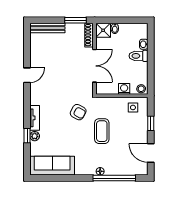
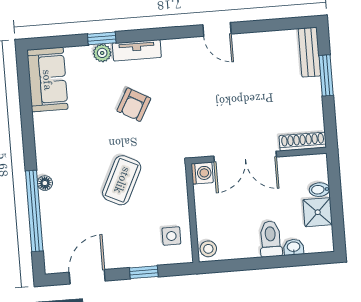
window: (76, 20) -> (326, 75), moved
bench: (47, 28) -> (309, 52), width x0.73
shower: (103, 30) -> (318, 212), moved
washing machine: (124, 89) -> (202, 173), moved
armchair: (78, 112) -> (134, 105), moved
coffee table: (102, 131) -> (122, 180), turned -64
sofa: (52, 166) -> (47, 80), width x0.73

